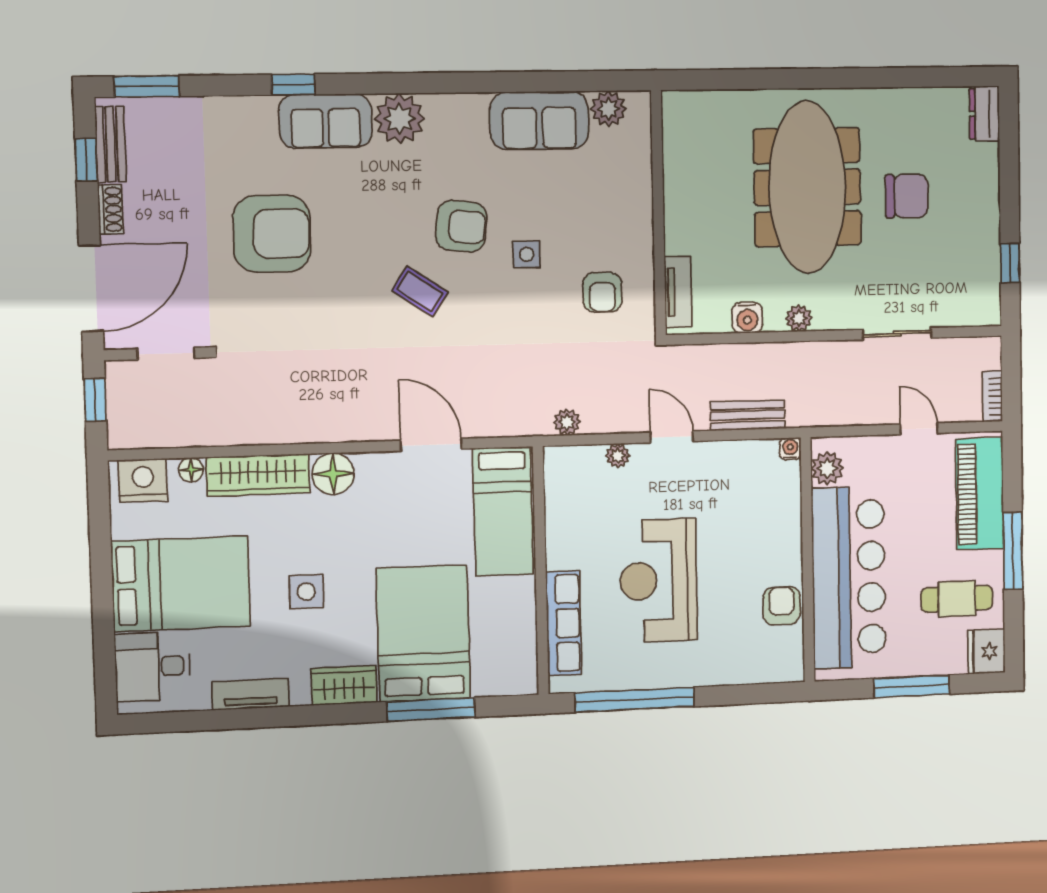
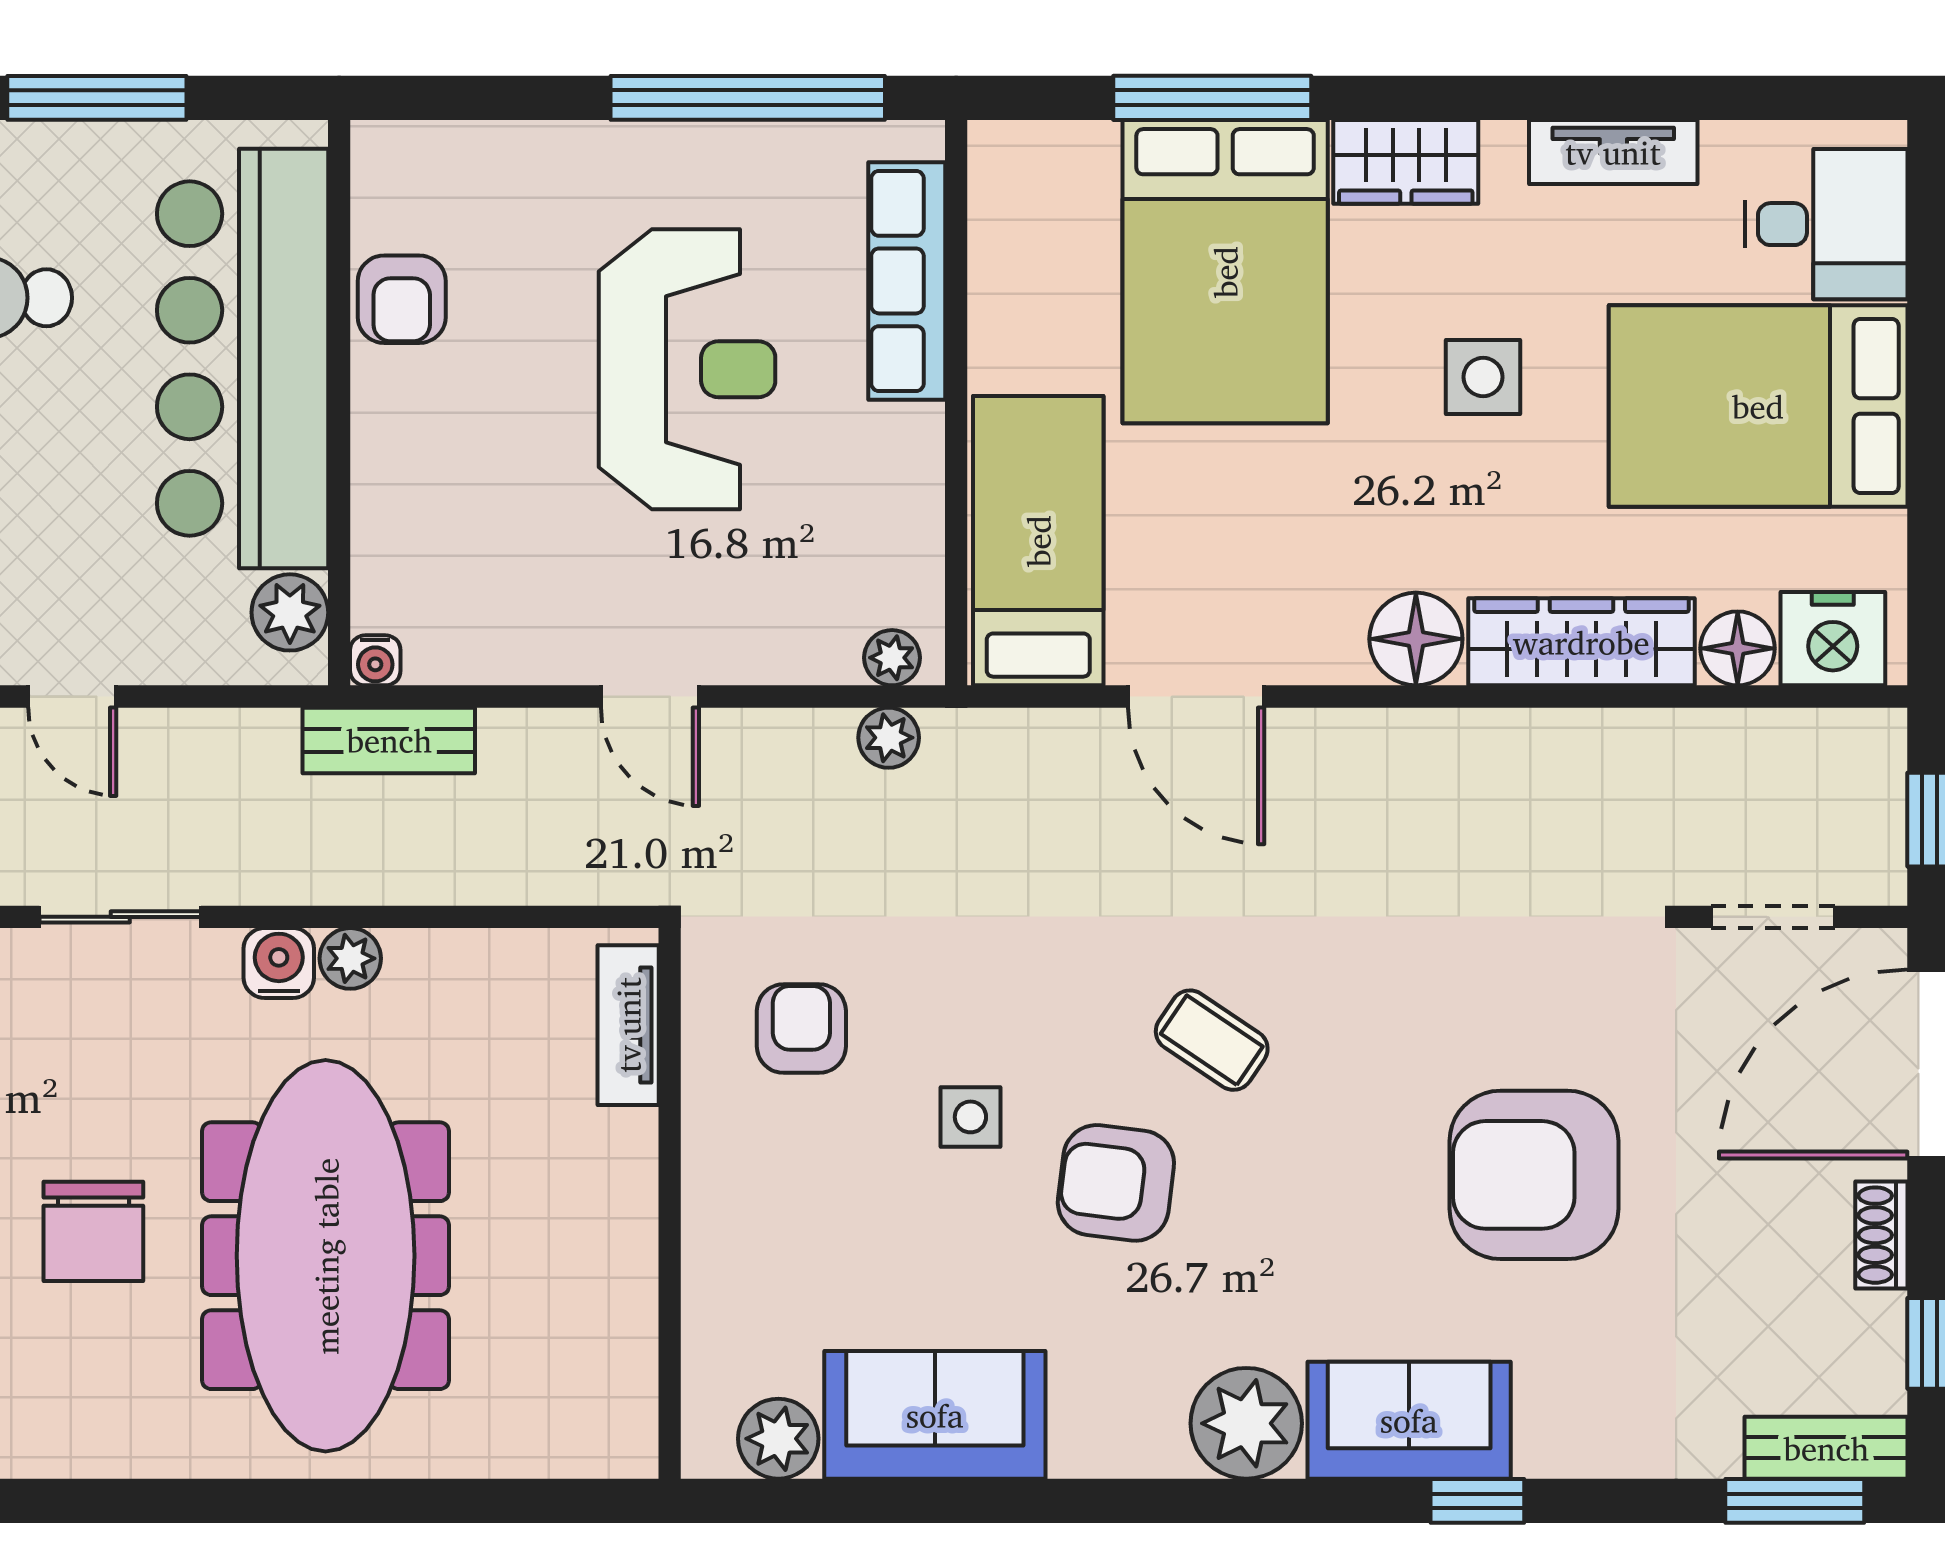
bench: (110, 144) -> (1826, 1448), moved, turned 90
chair: (907, 196) -> (93, 1231), turned -90
water cooler: (747, 318) -> (279, 963), moved
bench: (748, 415) -> (389, 740), moved
plant: (618, 456) -> (892, 658), moved
floor lamp: (191, 470) -> (1738, 648), width x1.37, depth x1.37

